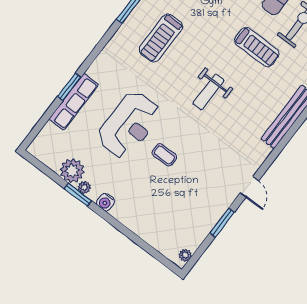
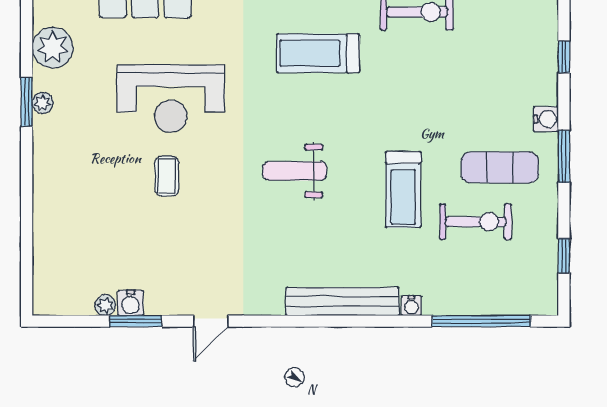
plant: (72, 171) -> (52, 48), moved
water cooler: (106, 202) -> (131, 303), moved, turned -90
plant: (185, 255) -> (105, 305), moved

